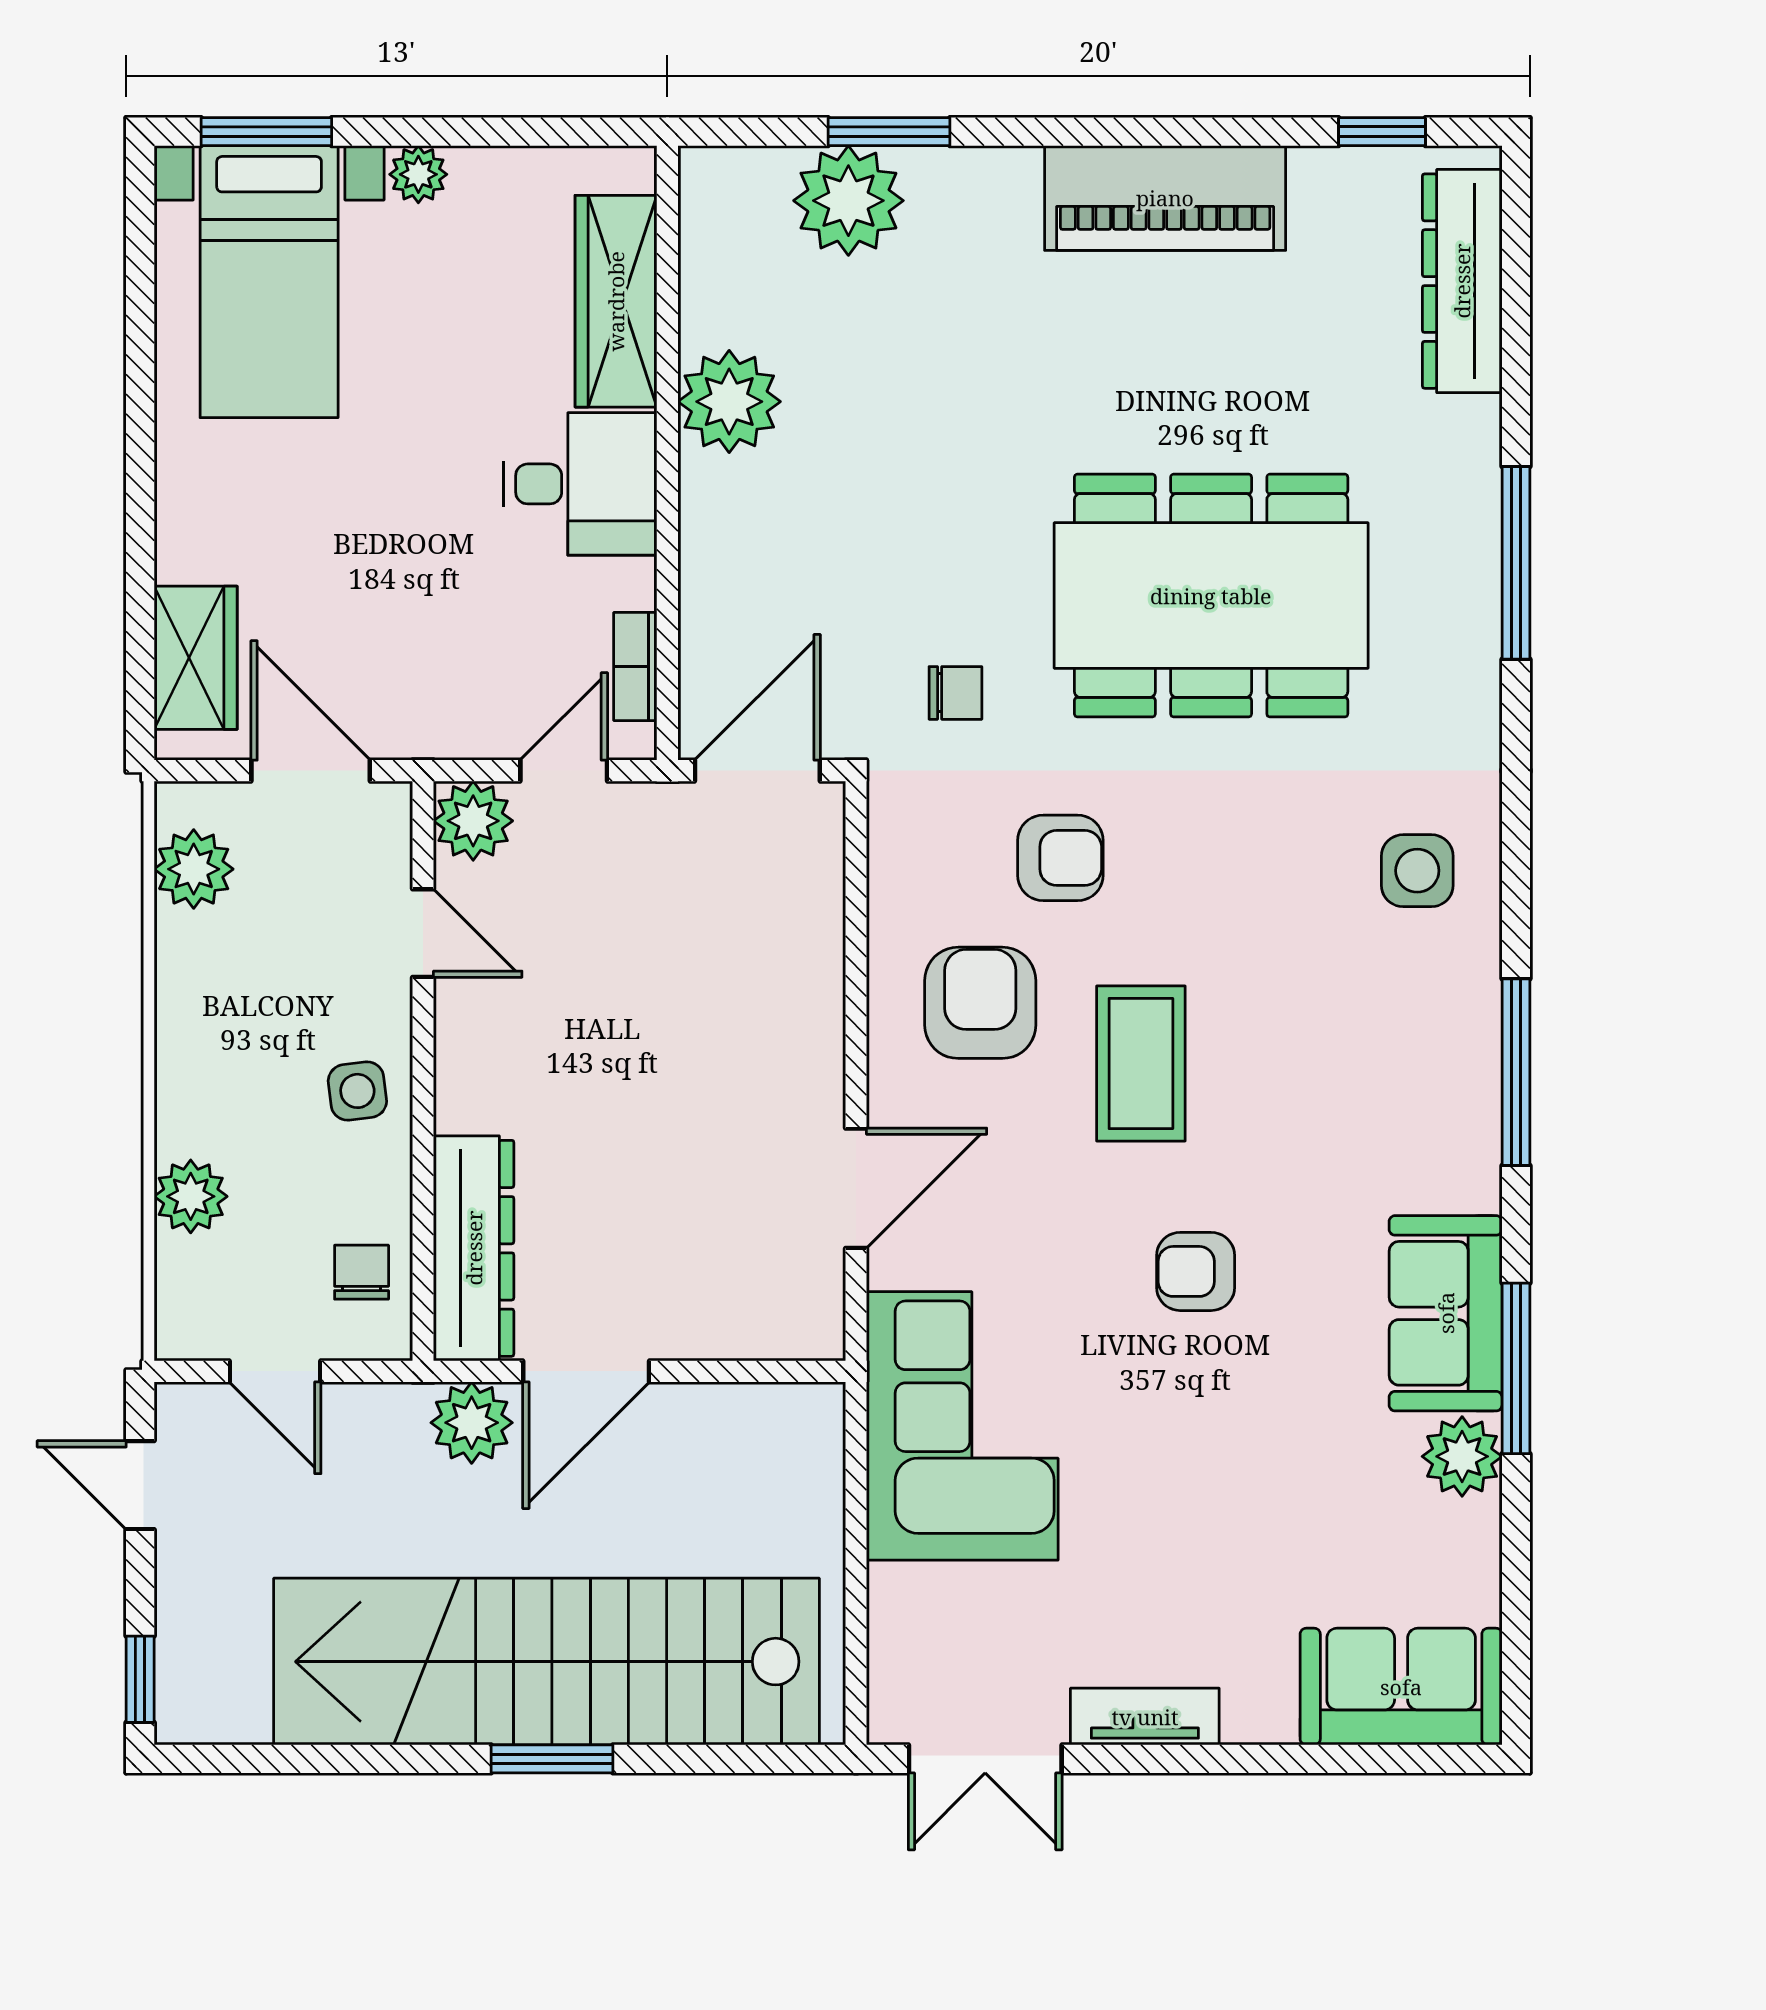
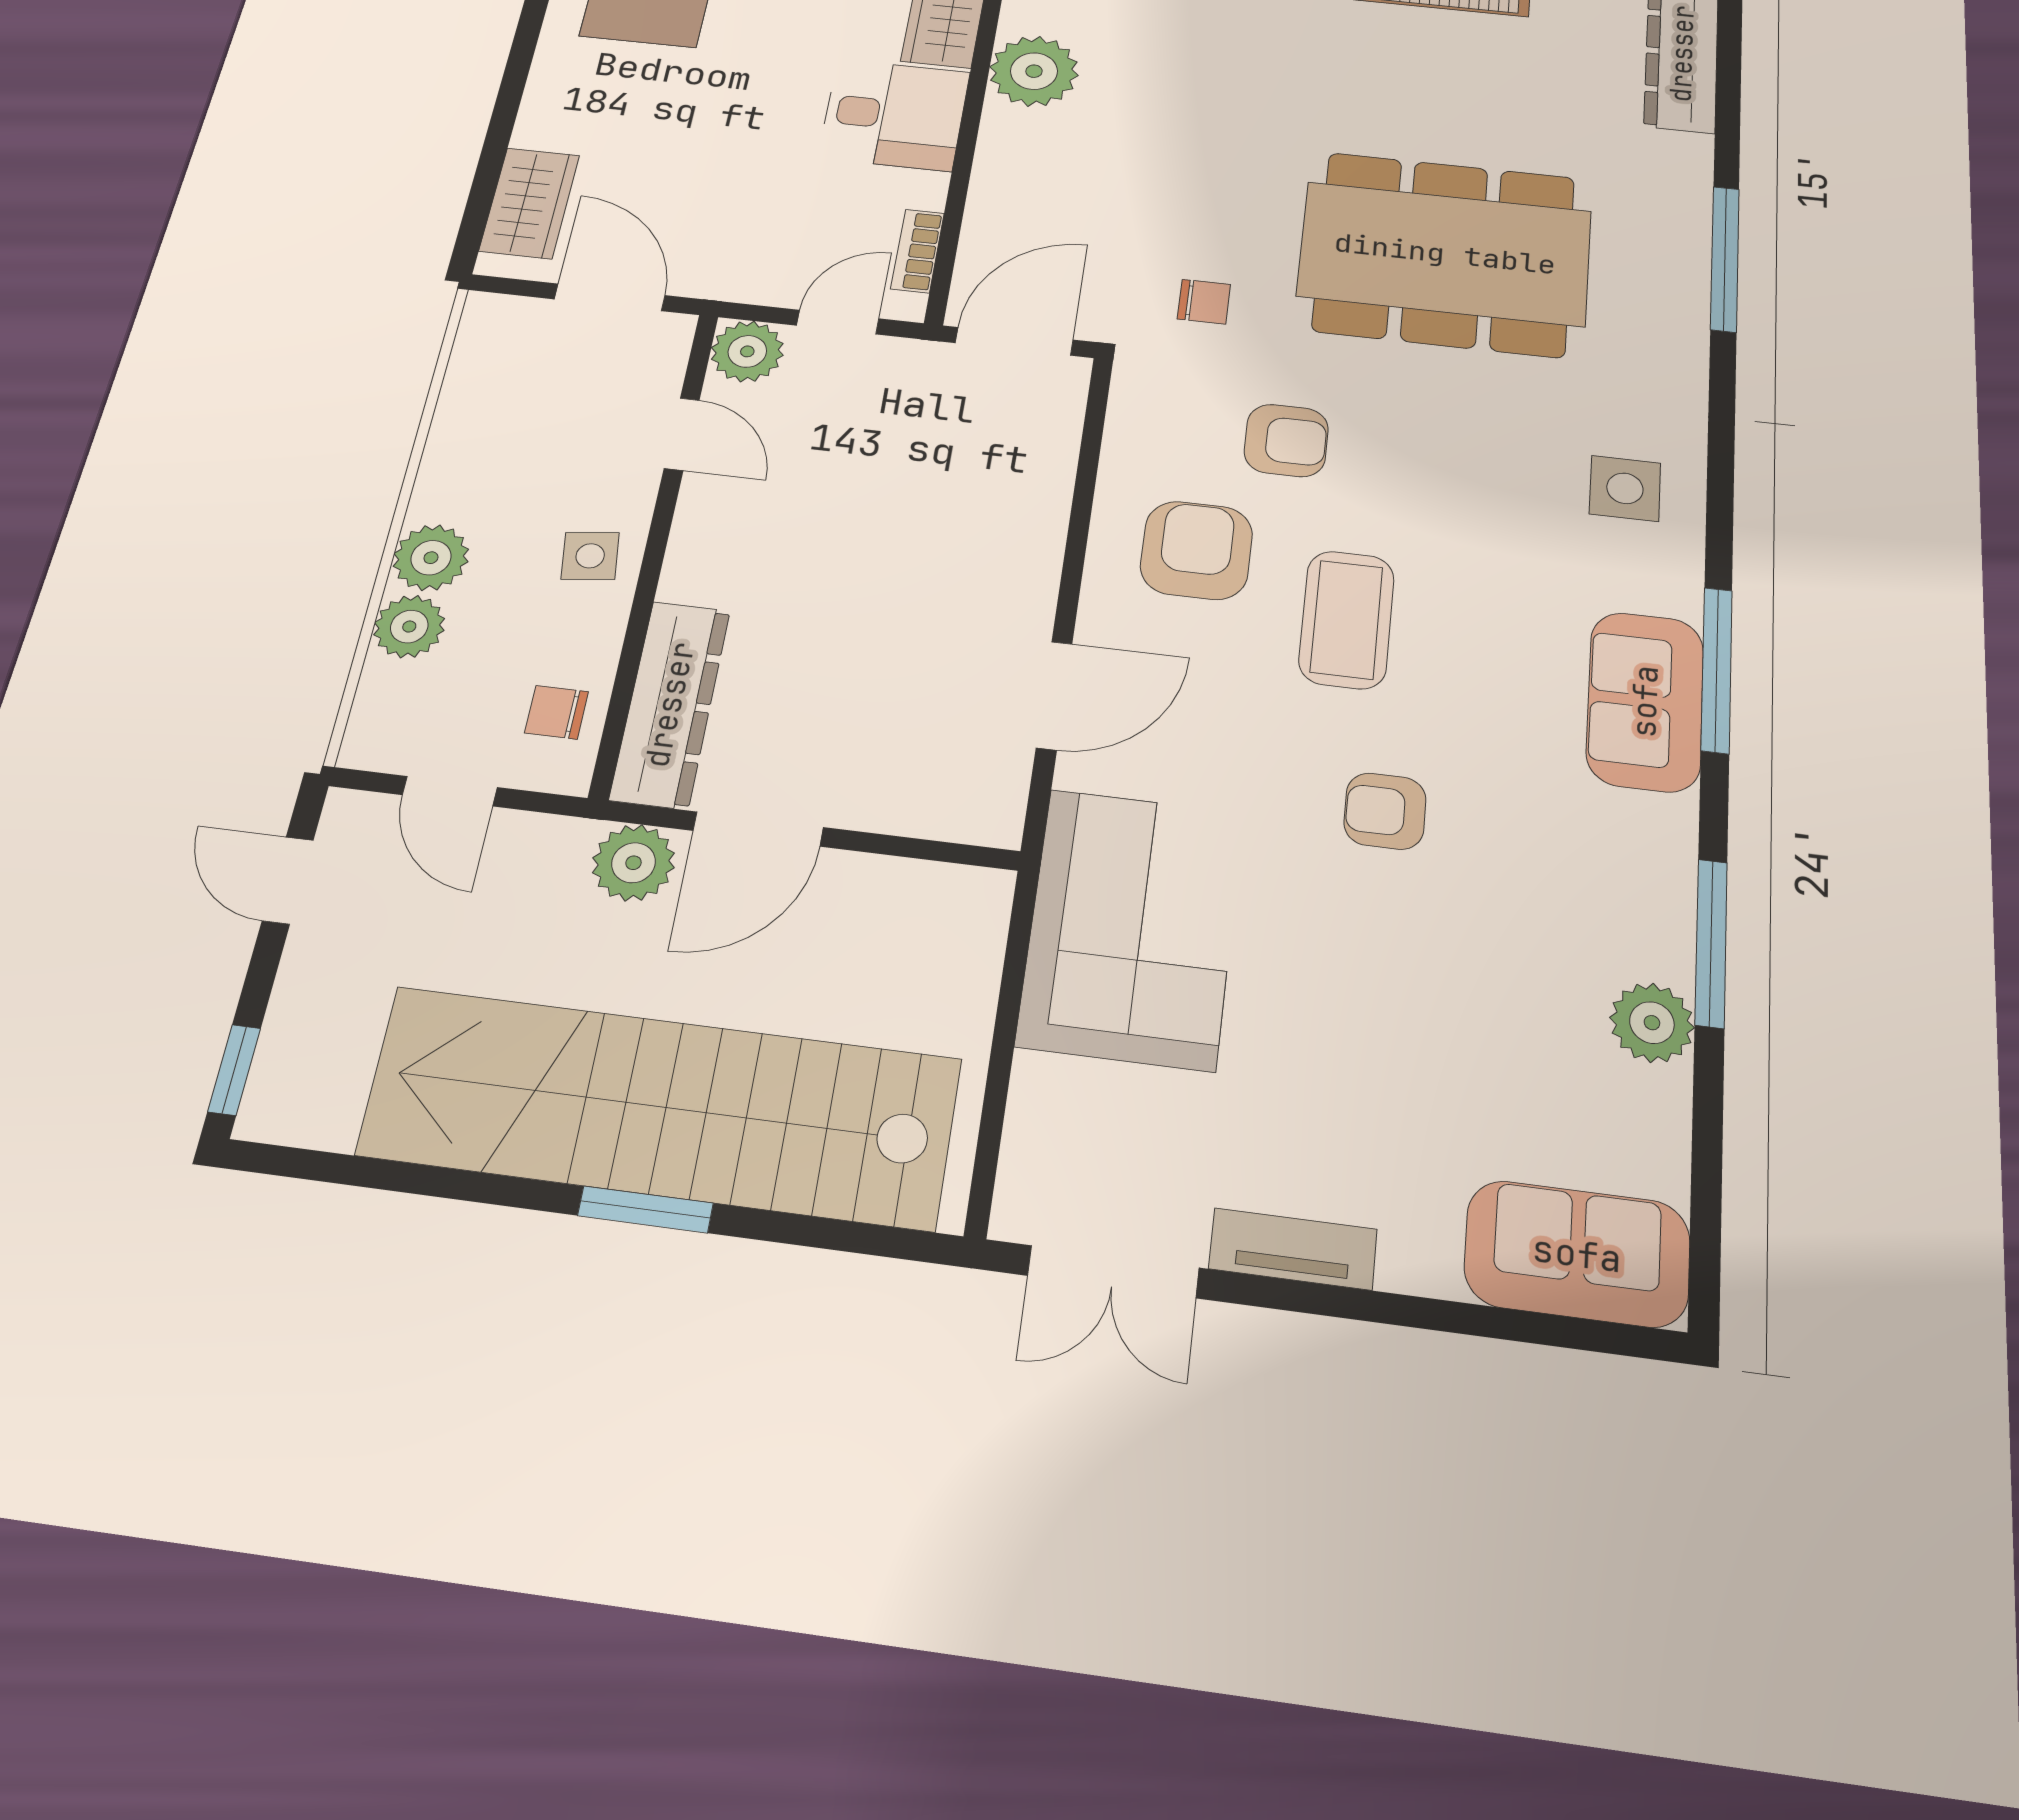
plant: (194, 869) -> (431, 558), moved
chair: (362, 1272) -> (556, 712), turned -90
sofa: (1446, 1313) -> (1645, 701), moved

